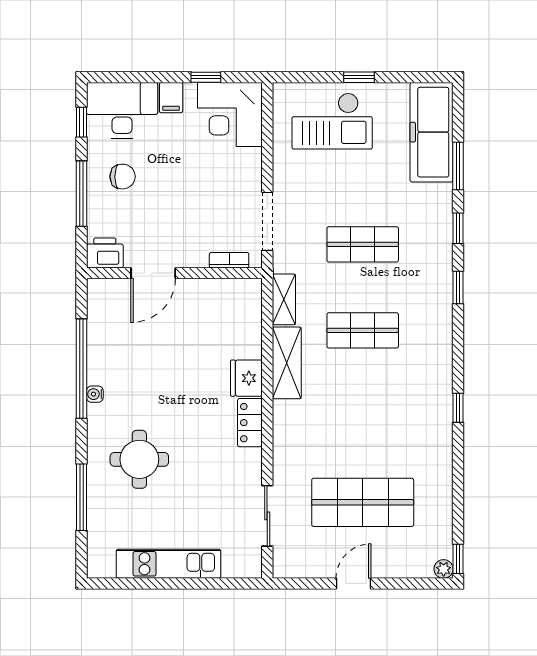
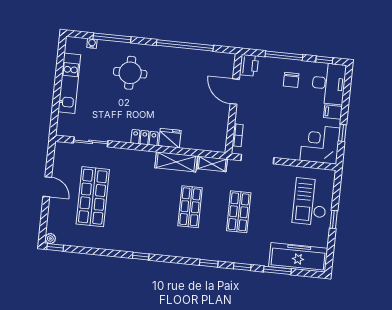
water cooler: (95, 394) -> (92, 43), moved

